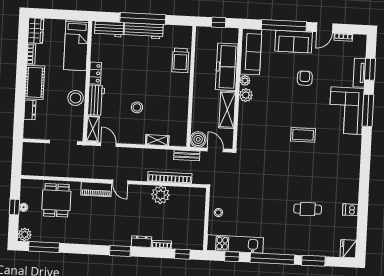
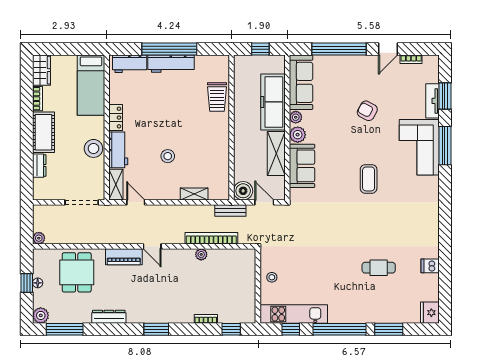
sofa: (294, 42) -> (302, 166), moved, turned -90
armchair: (305, 78) -> (367, 111), turned -62
coffee table: (303, 135) -> (369, 179), turned 90
plant: (26, 170) -> (39, 238), added
plant: (160, 195) -> (201, 254), width x0.53, depth x0.53
dresser: (141, 242) -> (109, 317), moved, width x1.44

